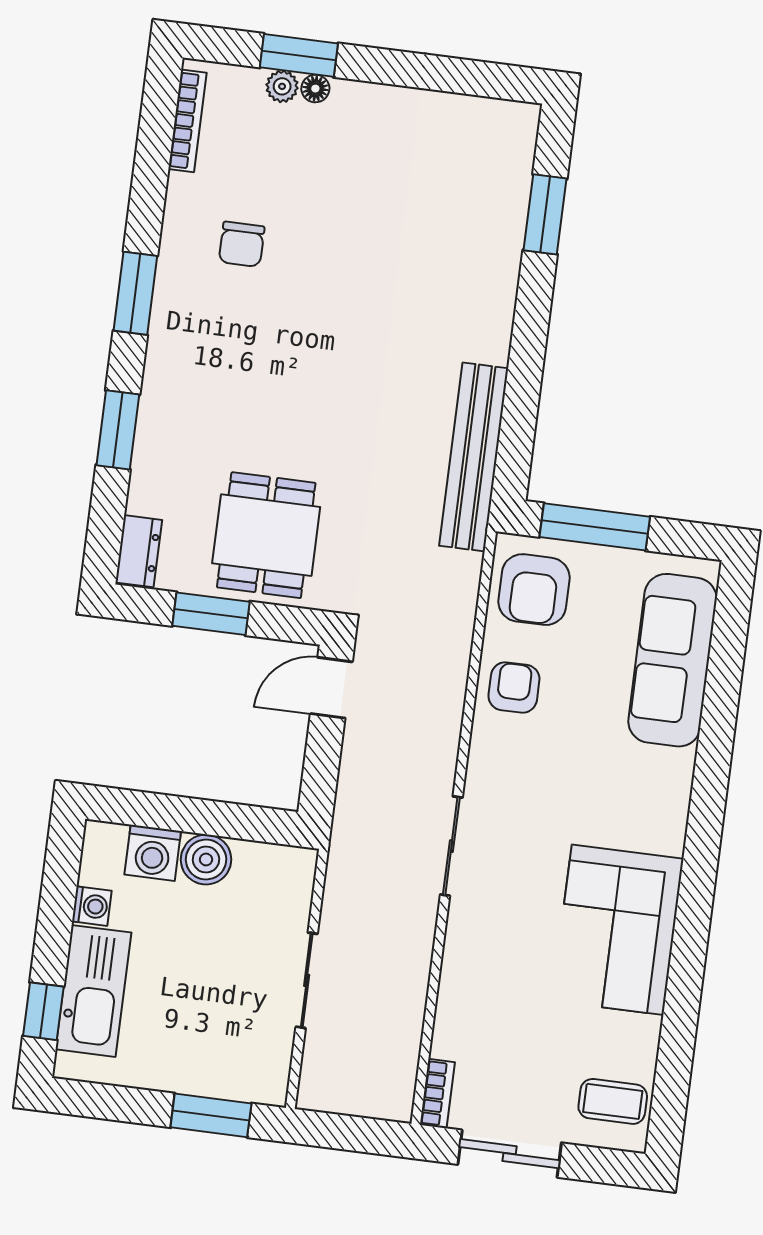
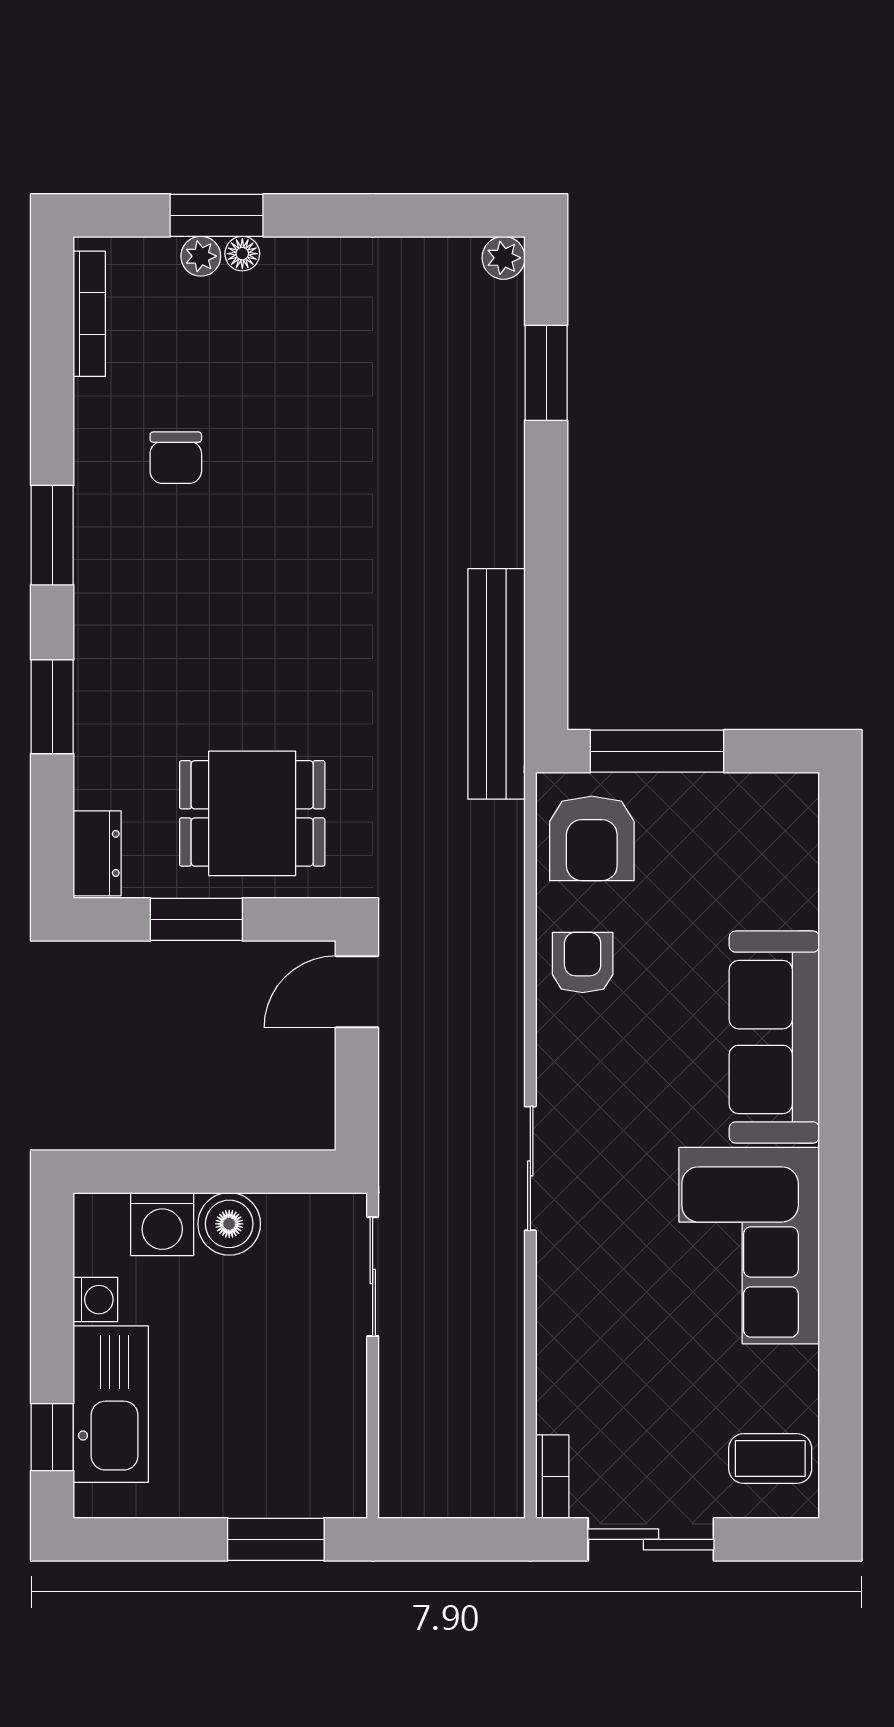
plant: (523, 119) -> (504, 258), added
dining table: (266, 535) -> (252, 813), turned 90
sofa: (673, 660) -> (774, 1037), moved
sliding door: (307, 980) -> (373, 1277), moved

